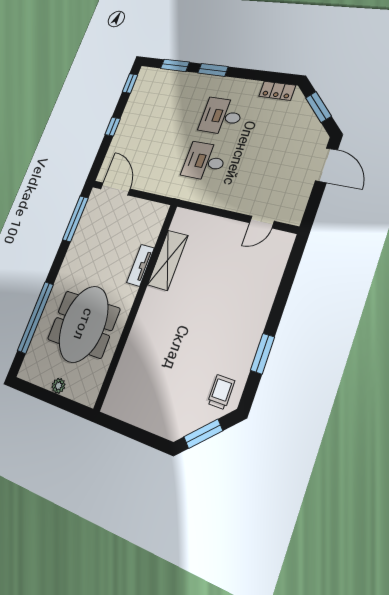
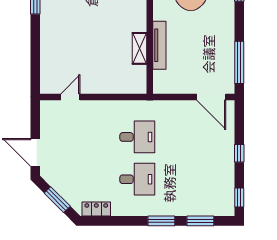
shelving: (168, 260) -> (139, 48), width x0.67, depth x0.75
tv unit: (141, 265) -> (159, 45), width x1.41

